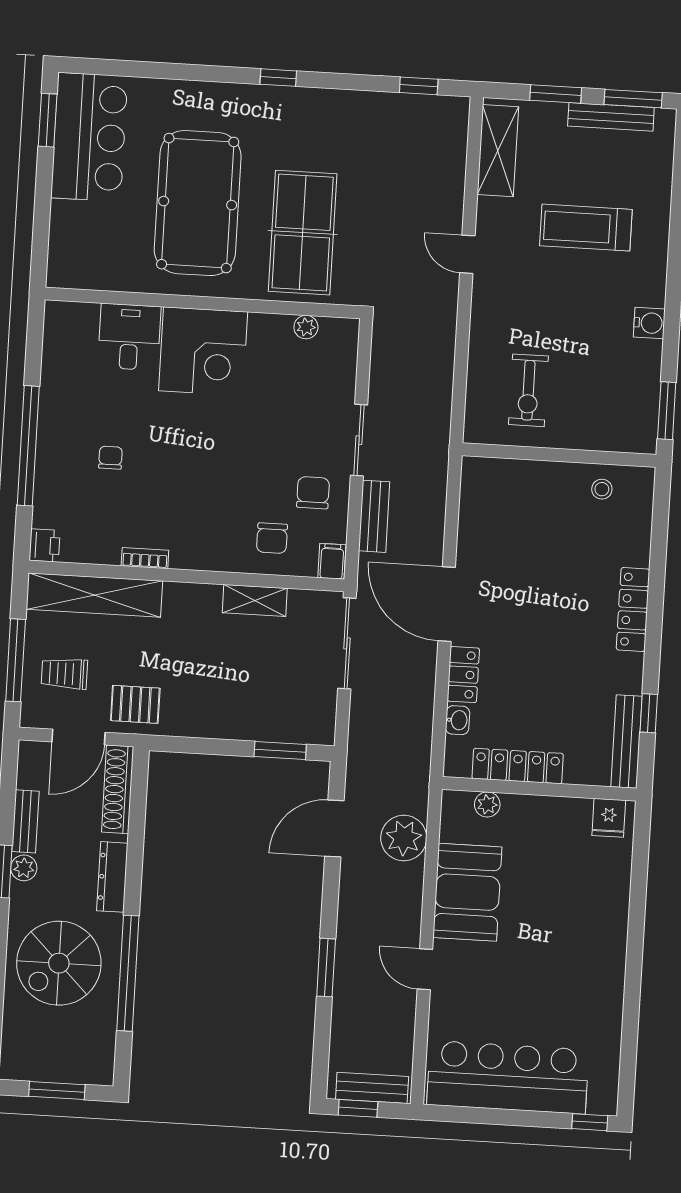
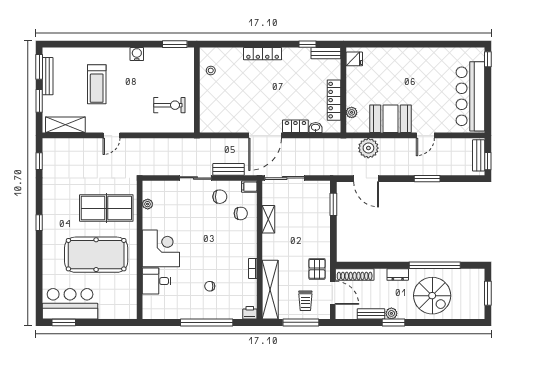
chair: (313, 493) -> (220, 197), turned 180
bench: (626, 742) -> (326, 53), width x0.73
dresser: (112, 877) -> (398, 274), width x0.70

